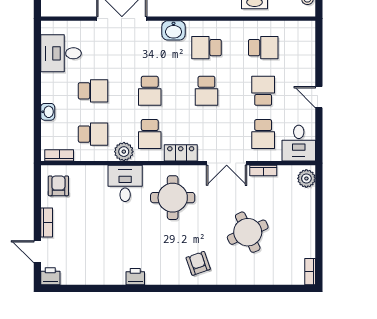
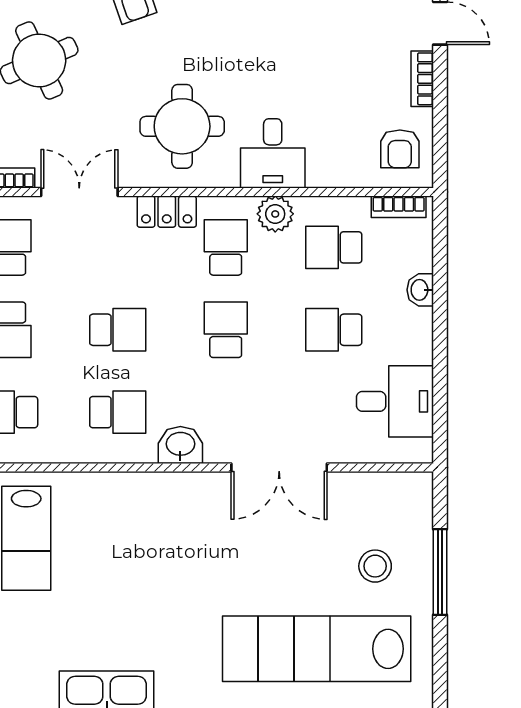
school desk: (206, 91) -> (118, 330), turned 90

